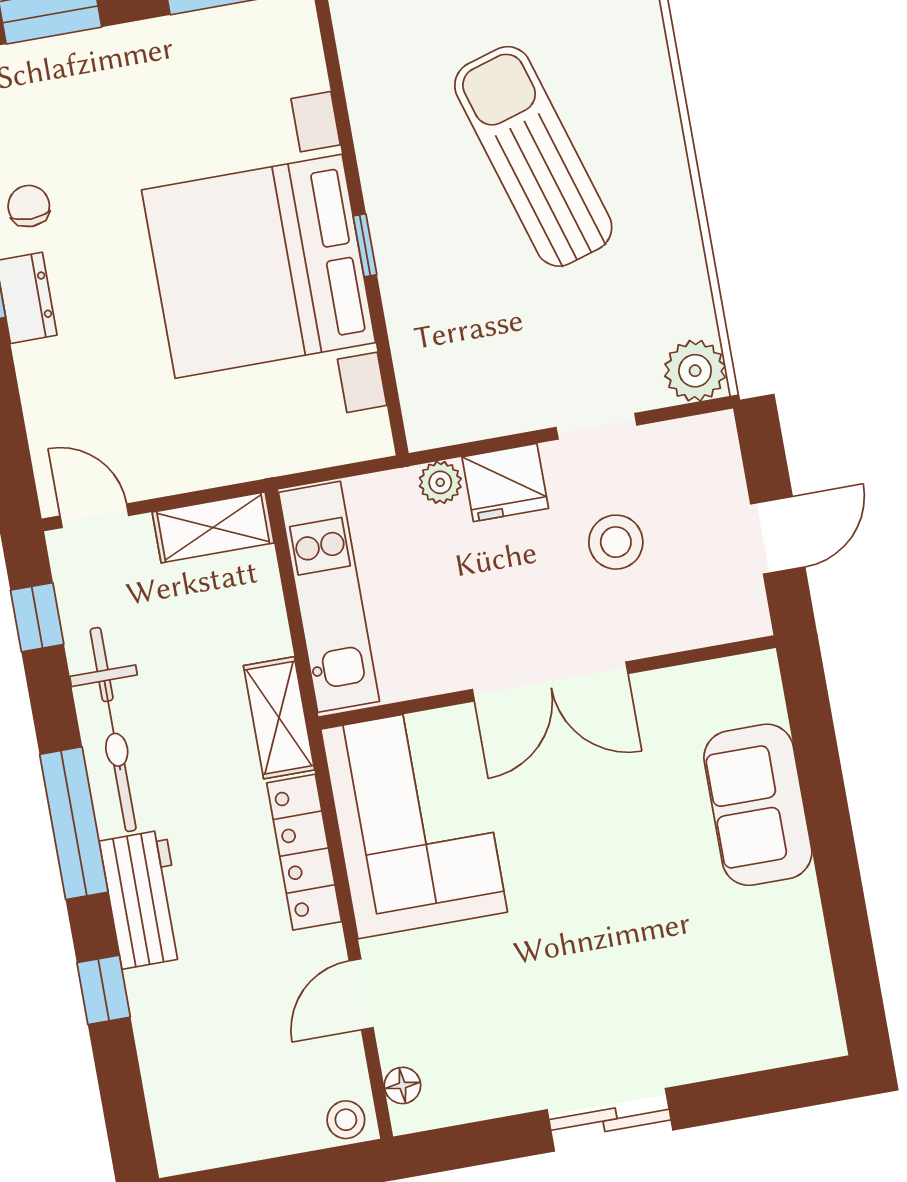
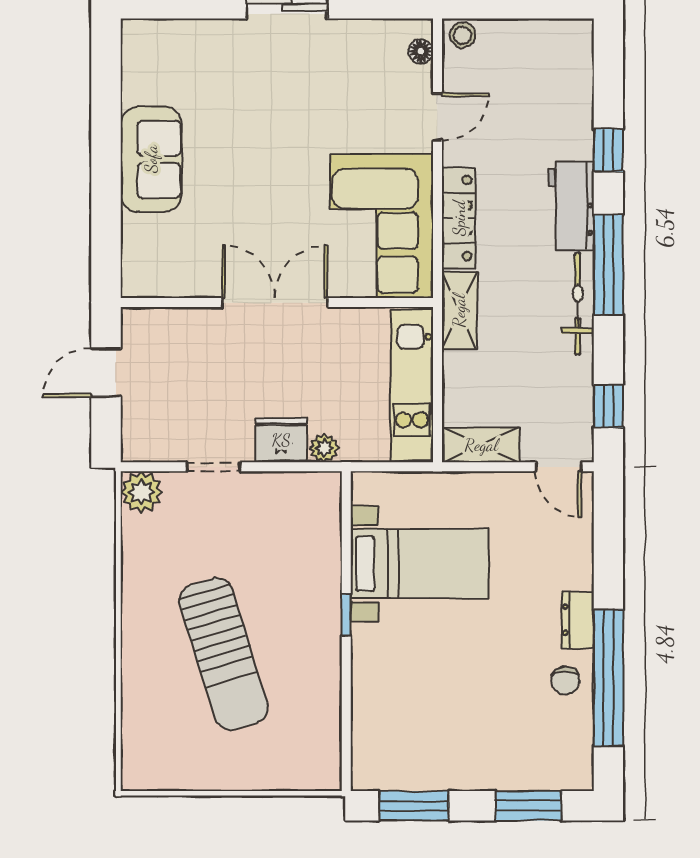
bed with nightstands: (259, 266) -> (419, 564), width x0.54
stool: (616, 542) -> (214, 388), removed
bicycle: (113, 729) -> (578, 304), width x0.73, depth x0.71
sofa: (758, 805) -> (151, 159), moved

